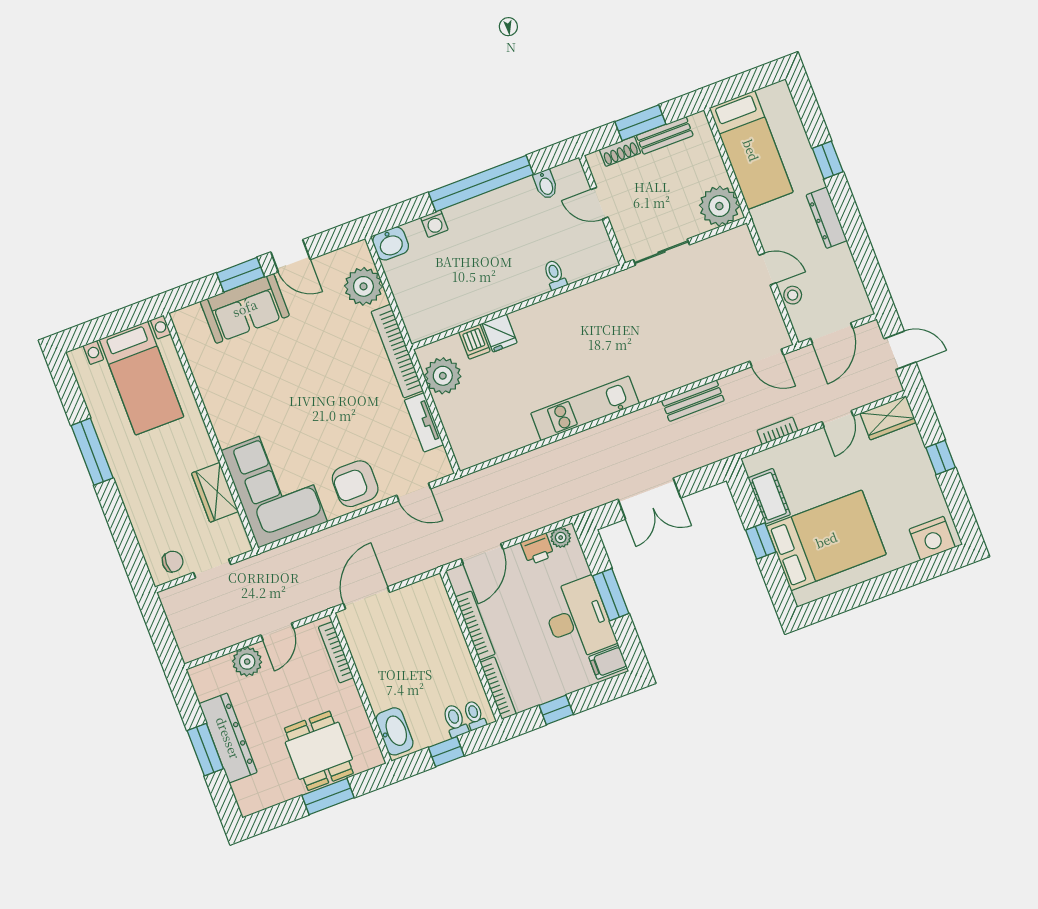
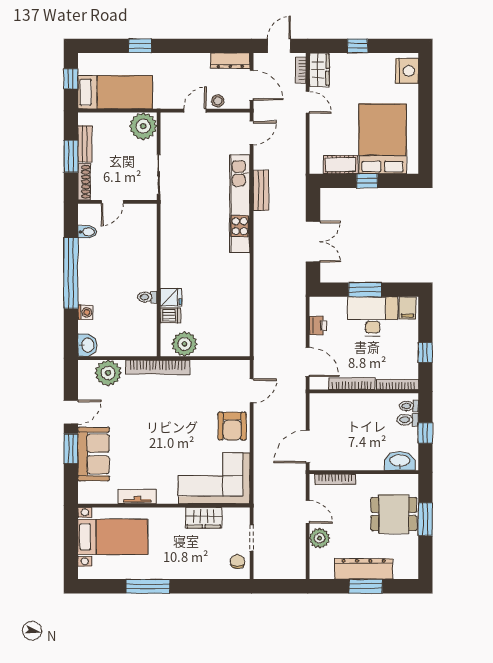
window: (747, 82) -> (71, 79), added
shoe rack: (620, 151) -> (84, 182), width x1.43
dresser: (827, 218) -> (230, 60), moved
toilet: (555, 275) -> (147, 297), moved
kitchen unit: (585, 408) -> (240, 204), moved, width x1.36
tv unit: (424, 422) -> (137, 497), moved, turned 180
bookcase: (777, 431) -> (301, 70), moved
plant: (561, 538) -> (316, 308), removed
door: (366, 598) -> (308, 447), hinge flipped

